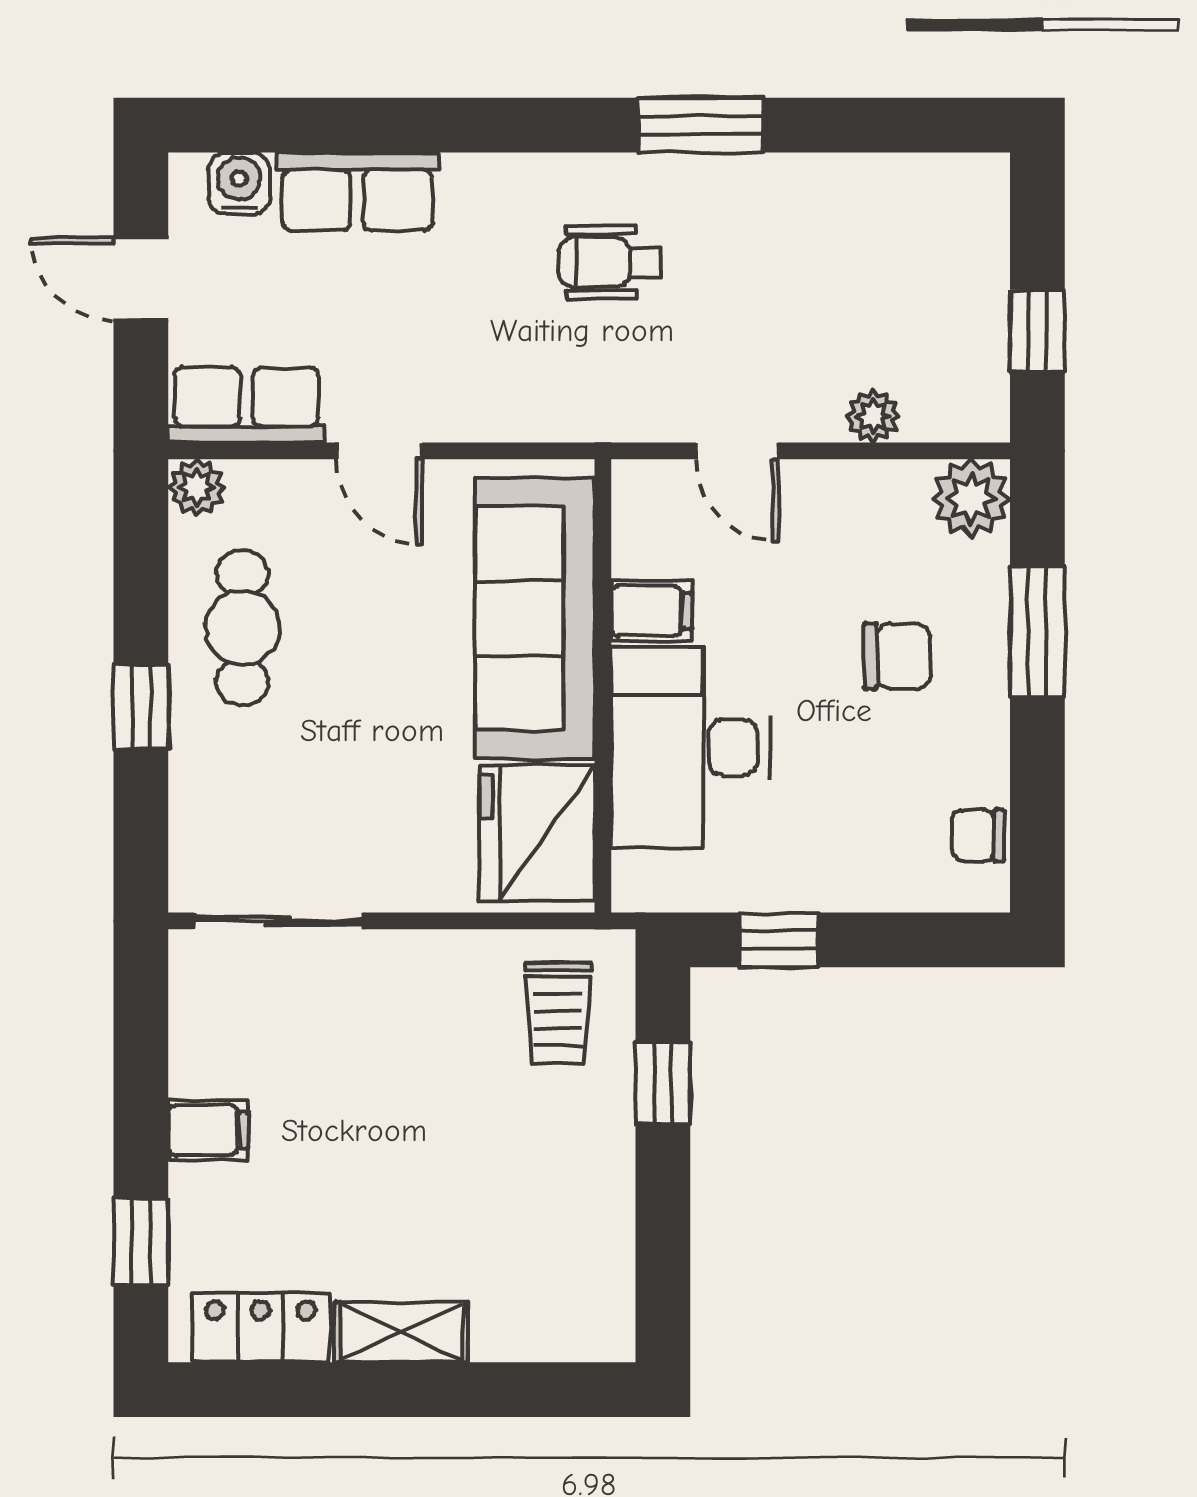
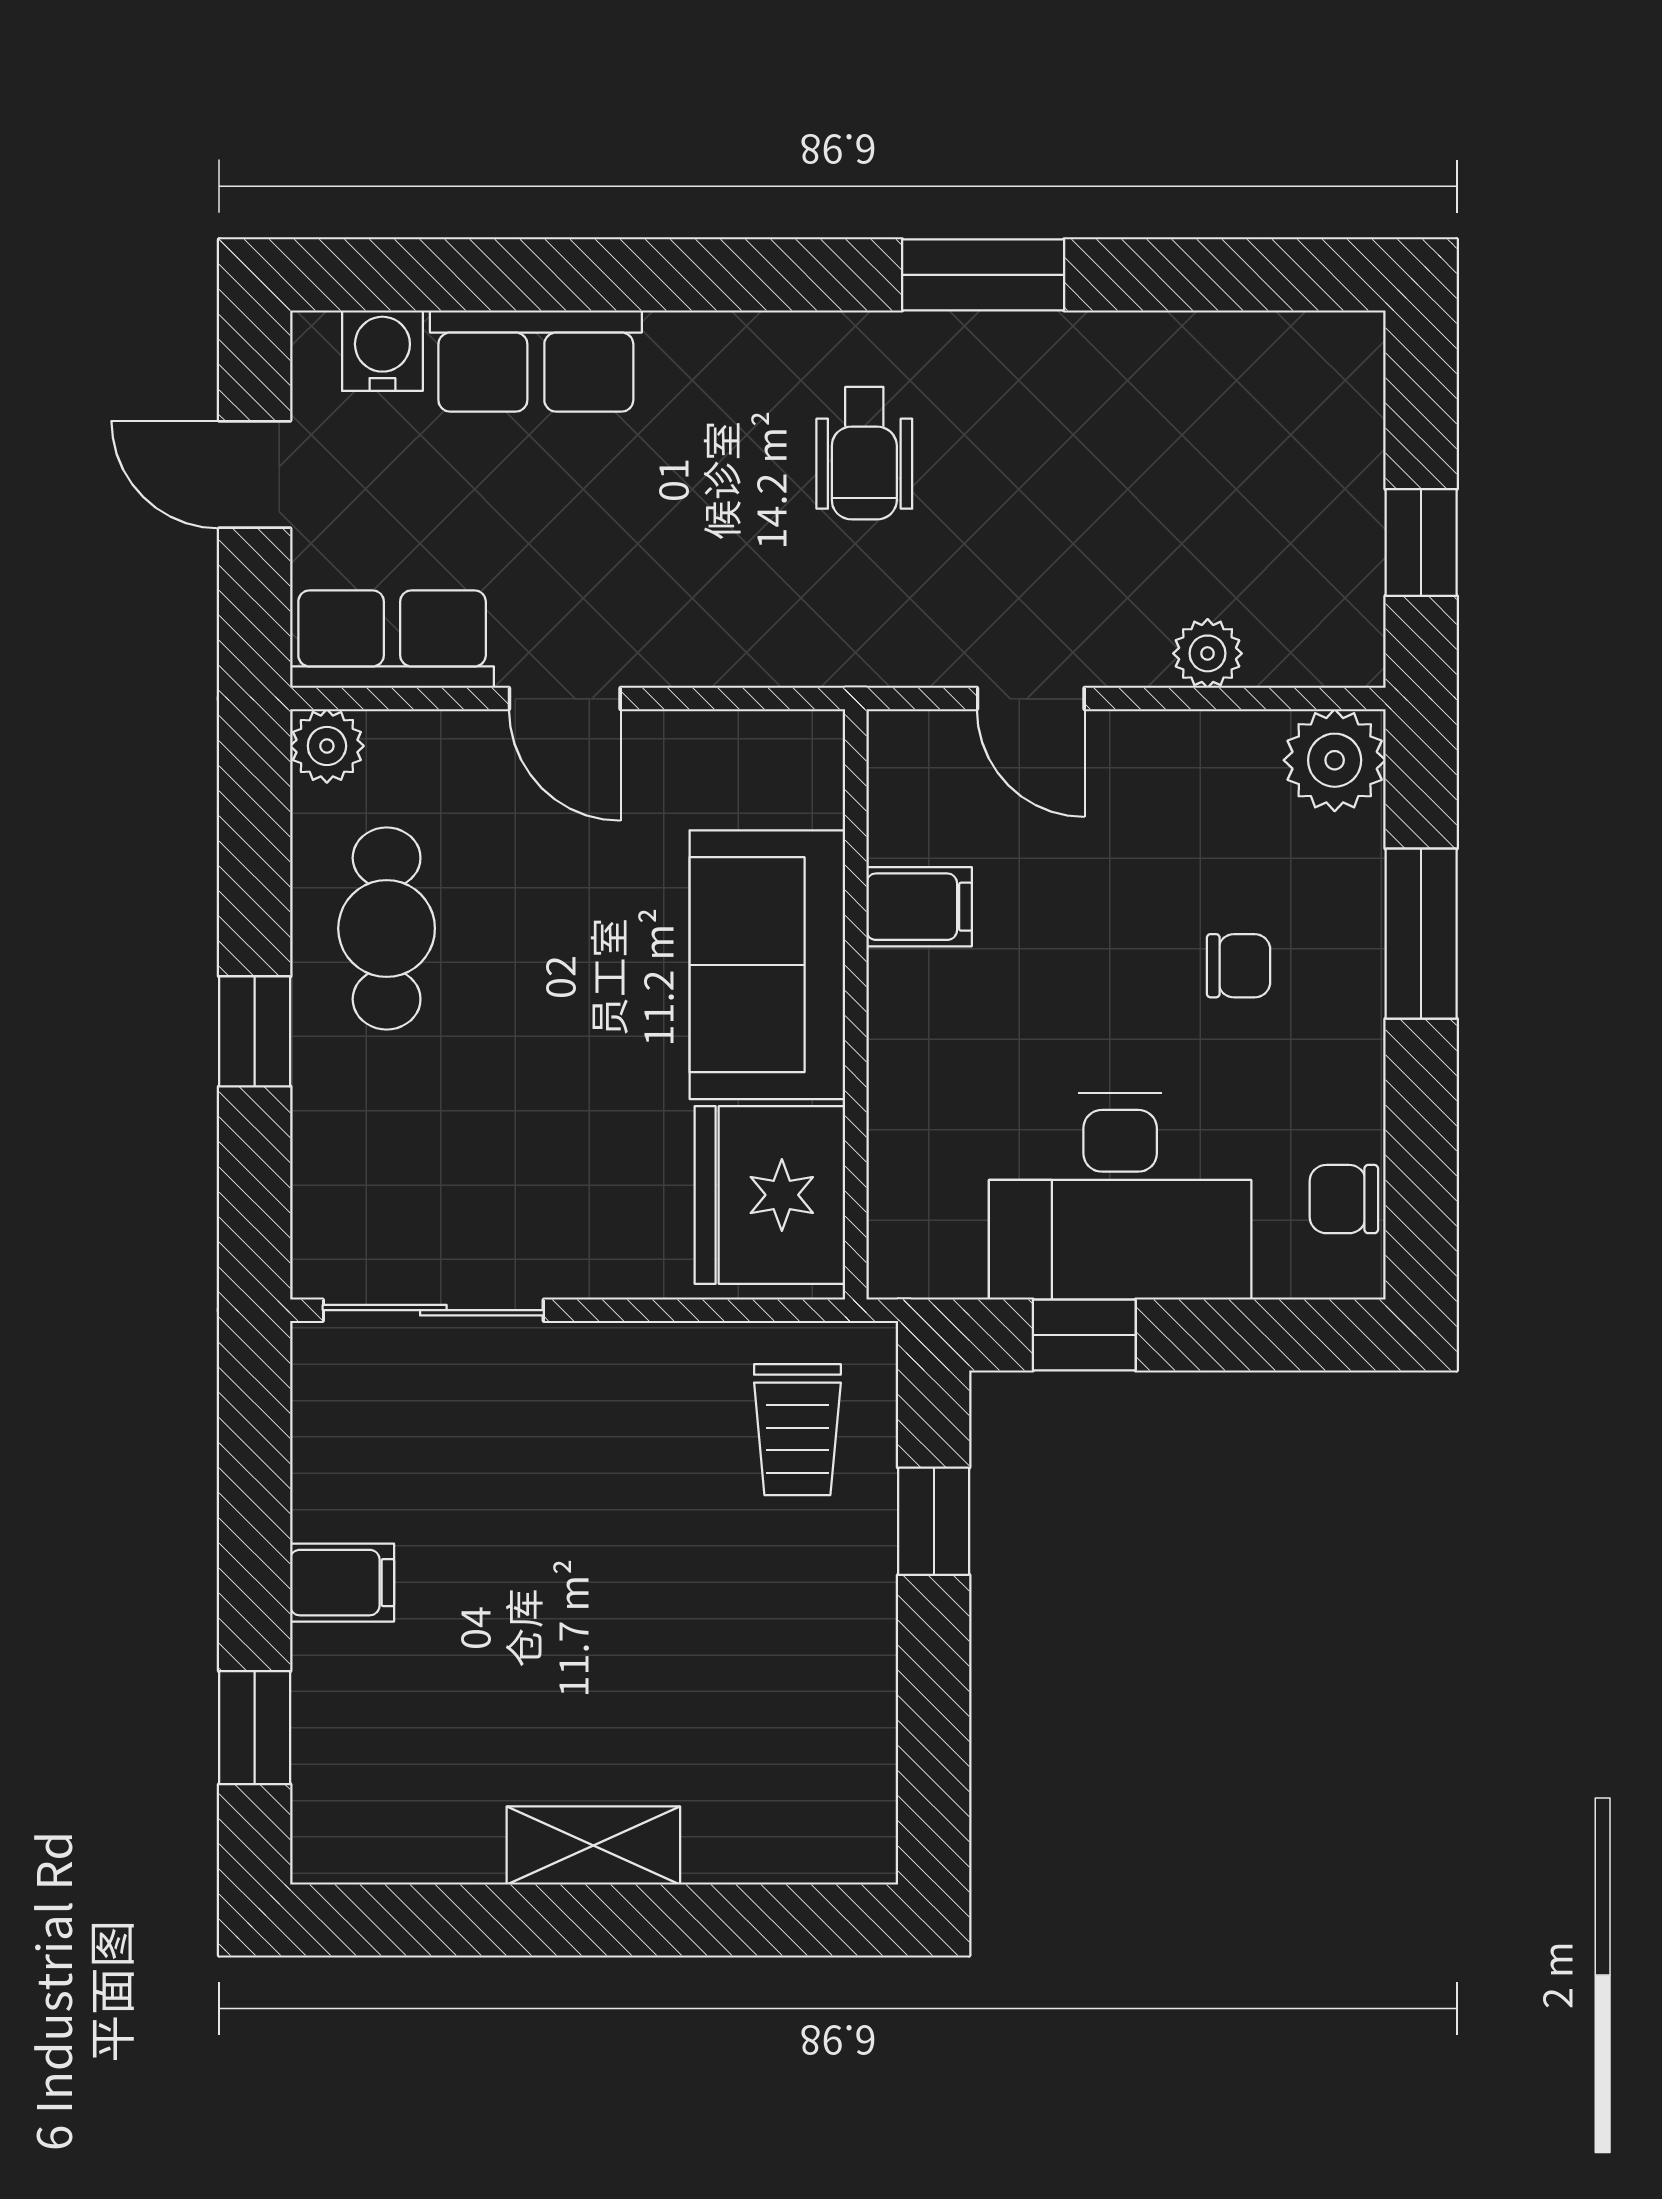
wheelchair: (610, 262) -> (864, 453), turned -90
sofa: (535, 618) -> (767, 965), width x0.73
chair: (897, 656) -> (1239, 966), width x0.73, depth x0.73
desk: (690, 748) -> (1120, 1196), moved, turned -90
locker: (261, 1328) -> (410, 1839), removed

